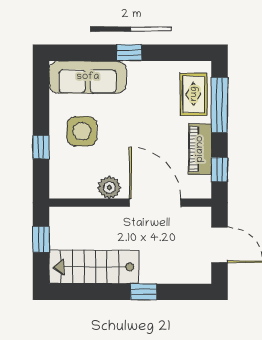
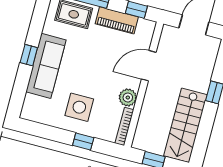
sofa: (88, 77) -> (46, 66), moved
bookcase: (73, 193) -> (124, 126), added
door: (155, 203) -> (149, 66), width x0.73

